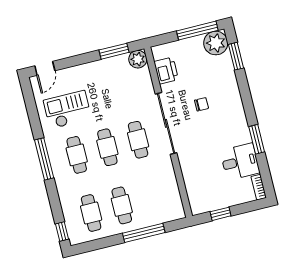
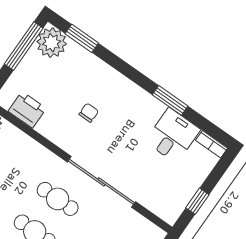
sliding door: (166, 123) -> (101, 182), moved

